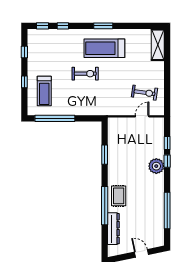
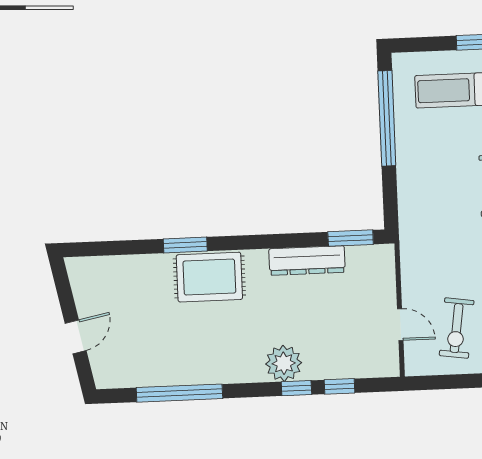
window: (105, 155) -> (351, 238), moved
rug: (119, 196) -> (209, 277), width x1.36, depth x1.43
window: (105, 206) -> (185, 245), width x0.47
dresser: (113, 229) -> (307, 260), moved

